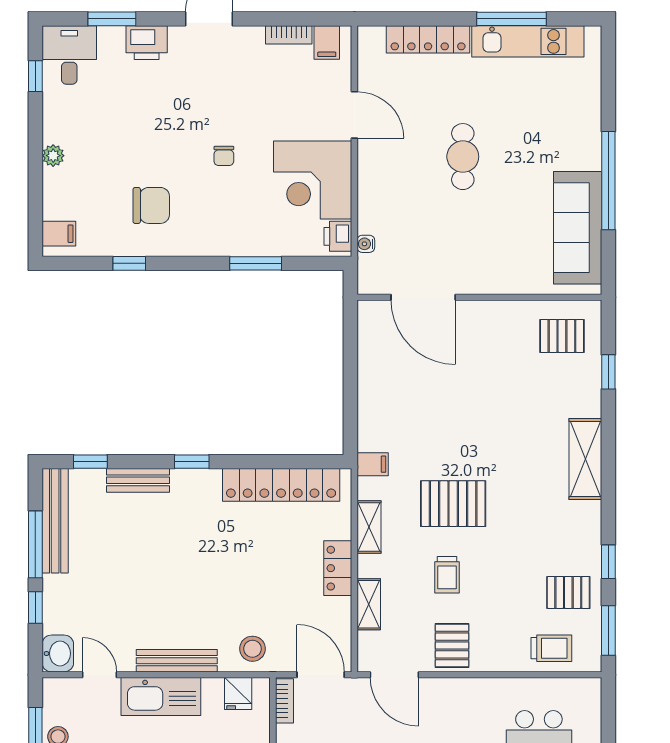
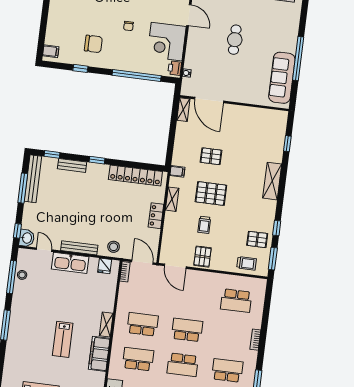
plant: (53, 156) -> (53, 16), removed
window: (256, 263) -> (137, 76), width x2.11
pallet: (562, 336) -> (211, 156), moved
shelving: (369, 604) -> (183, 110), moved
window: (35, 607) -> (17, 231), moved

